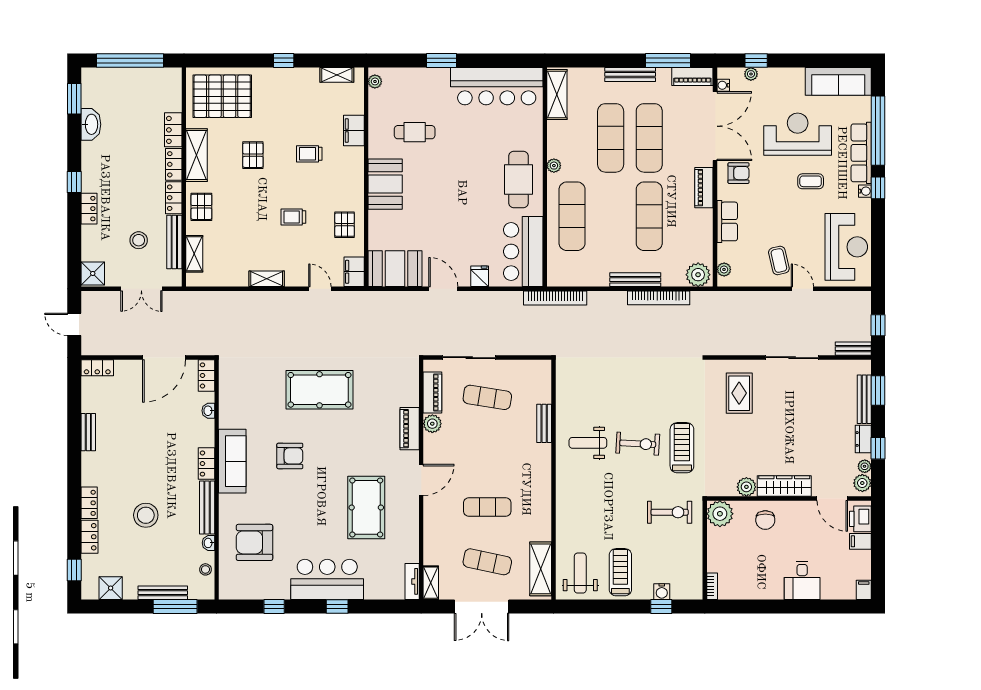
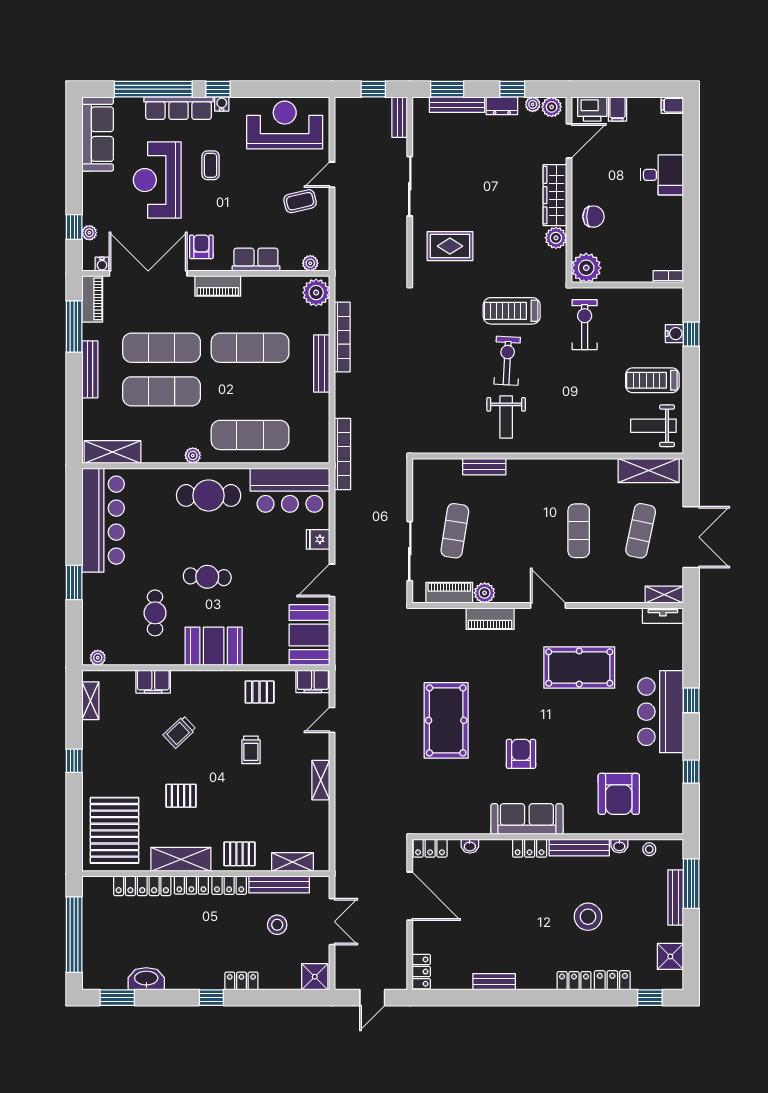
locker: (173, 130) -> (142, 886), width x1.53
trolley: (309, 154) -> (180, 732), turned 47
cafe table: (447, 178) -> (207, 577), added

